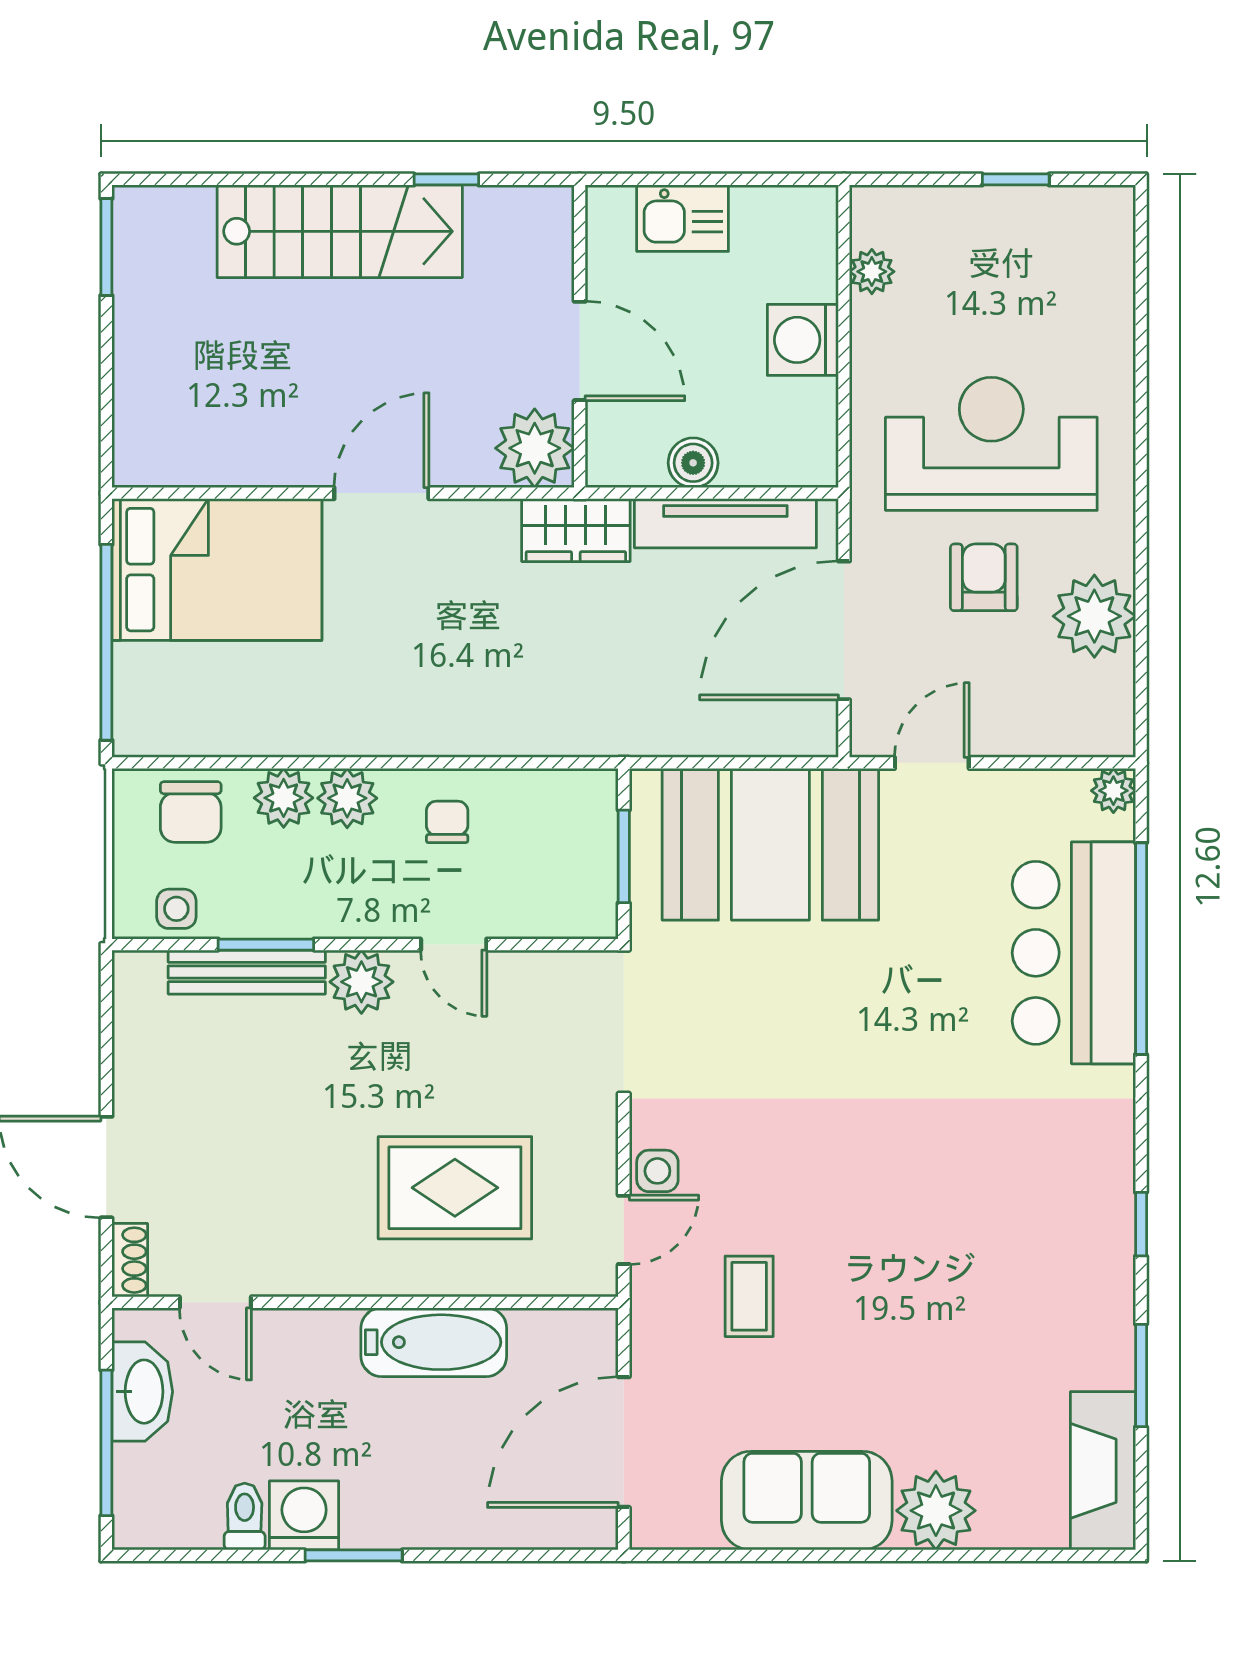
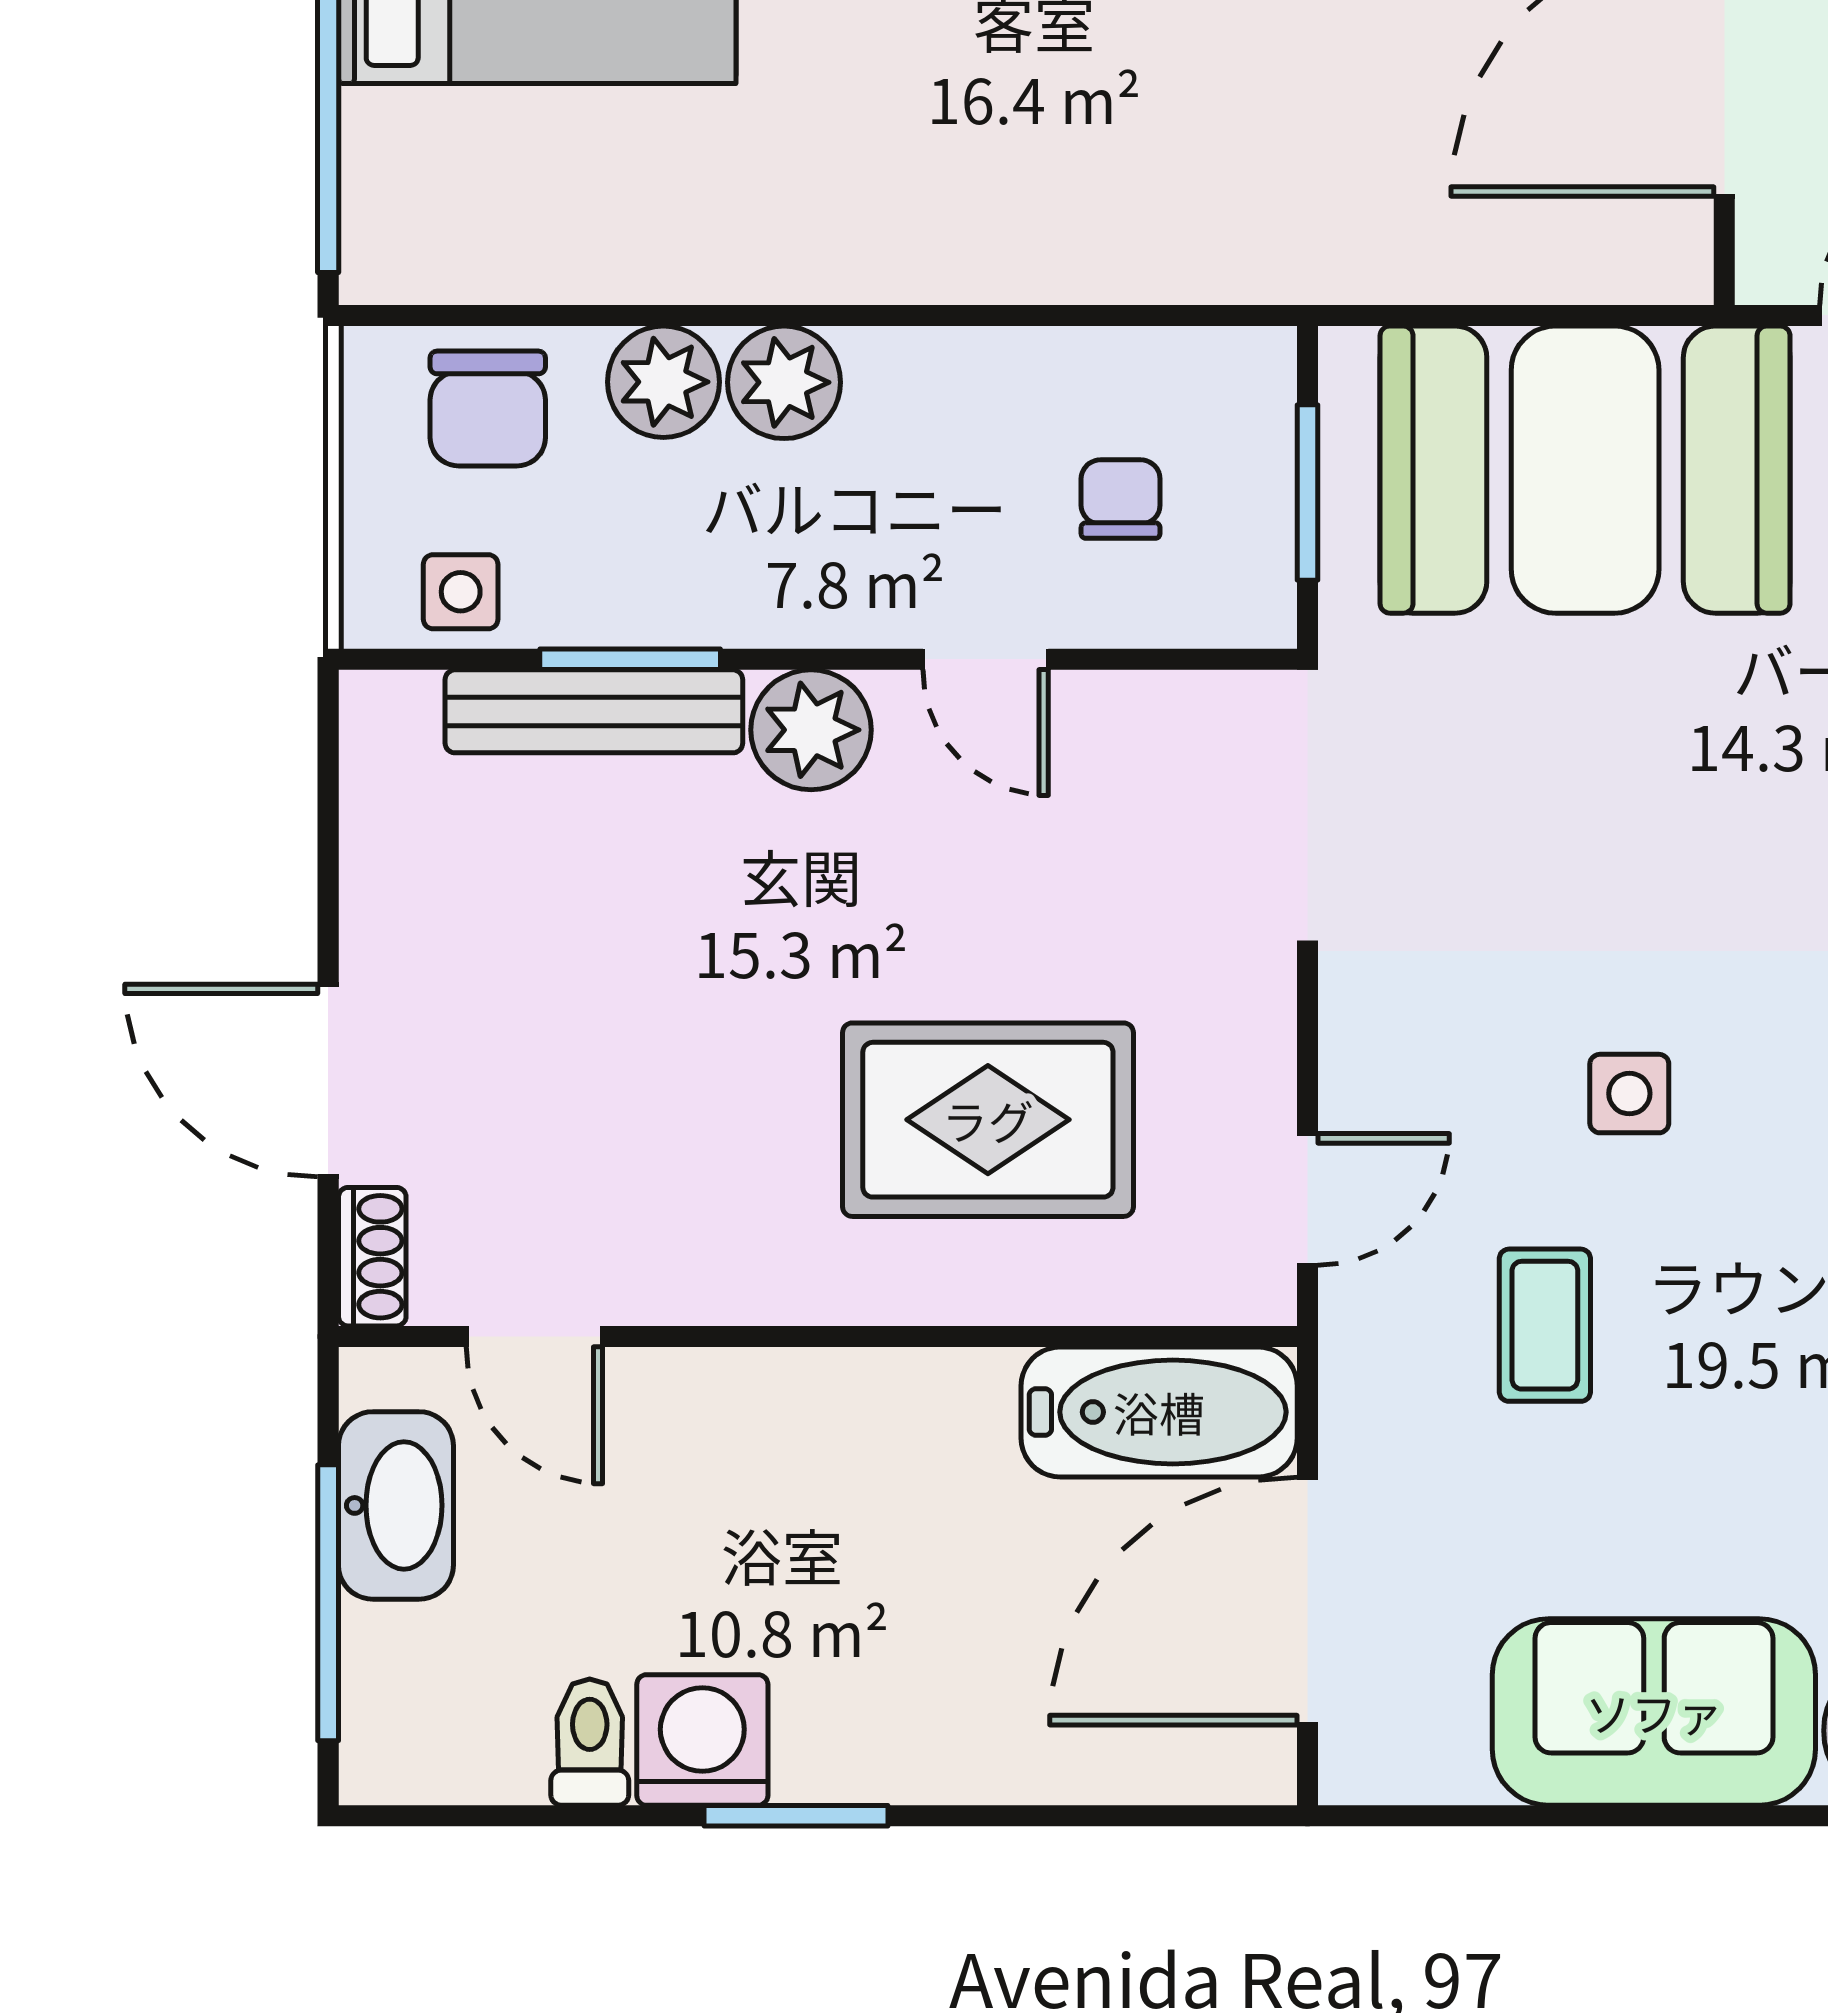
chair: (447, 822) -> (1121, 499), moved
side table: (657, 1171) -> (1629, 1094), moved
bathtub: (434, 1342) -> (1159, 1412), moved

